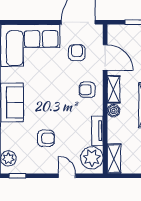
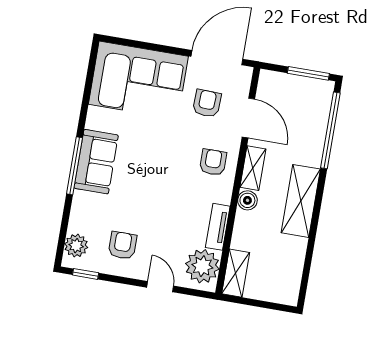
armchair: (87, 90) -> (213, 162), turned 90
armchair: (46, 138) -> (122, 245), moved, turned -90

